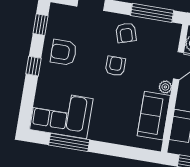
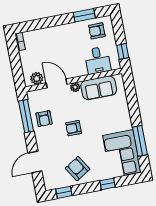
armchair: (126, 33) -> (44, 119), moved, turned 107
armchair: (63, 52) -> (78, 169), turned 148
window: (34, 66) -> (107, 184), moved

